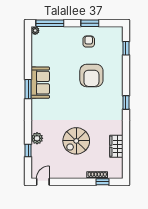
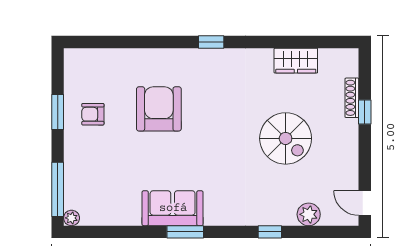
window: (126, 48) -> (106, 42), removed
armchair: (91, 76) -> (159, 109), turned -90
plant: (37, 138) -> (309, 214), moved
window: (28, 150) -> (270, 232), moved
window: (103, 182) -> (365, 112), moved

